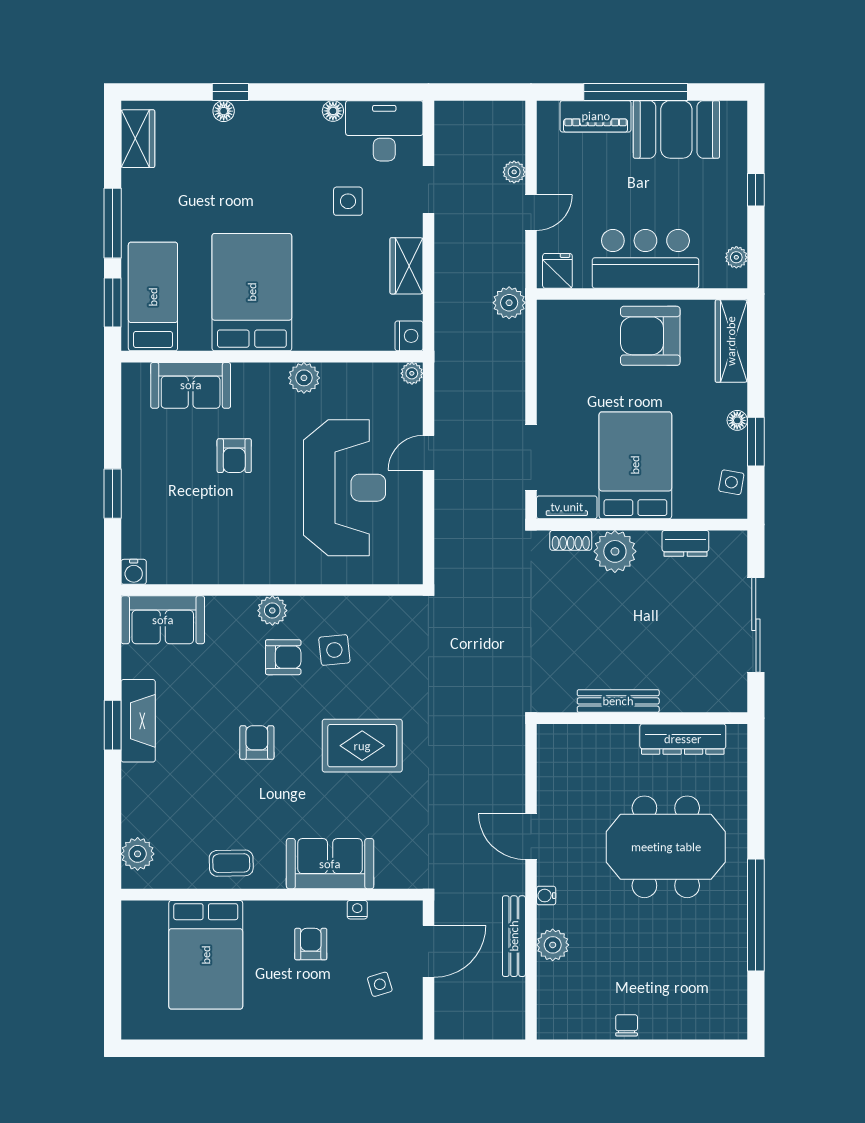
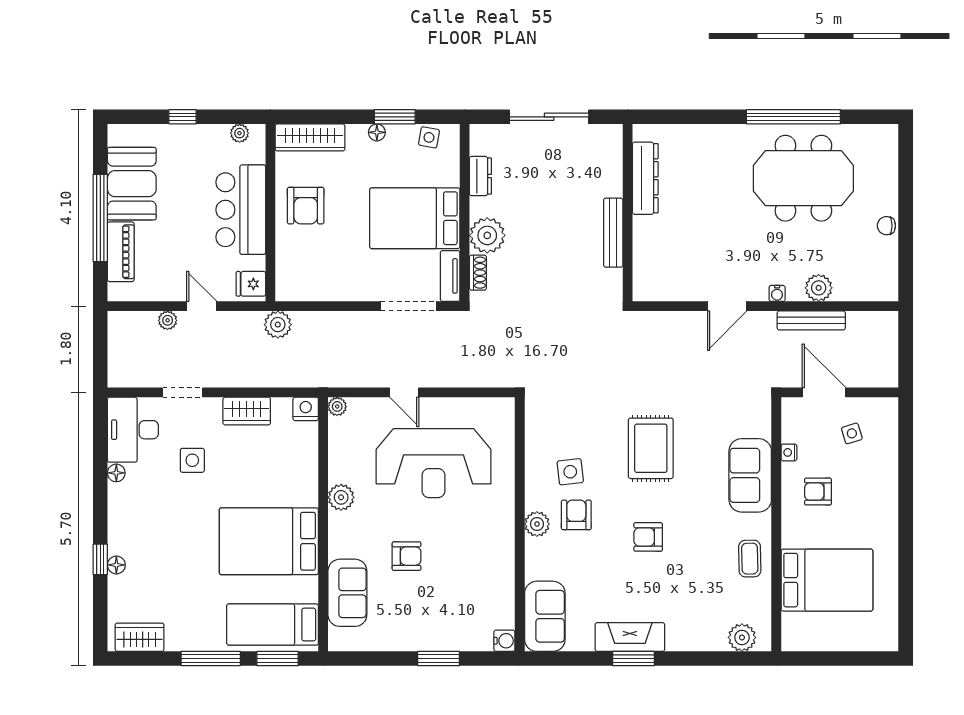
armchair: (650, 336) -> (306, 206), width x0.73, depth x0.73
reception desk: (345, 488) -> (434, 463), turned 180
meeting table: (666, 847) -> (803, 178), moved, turned 90

